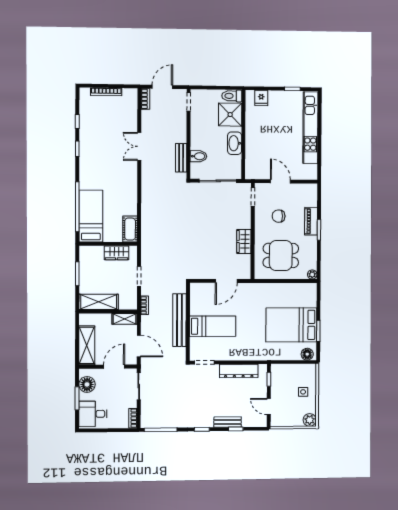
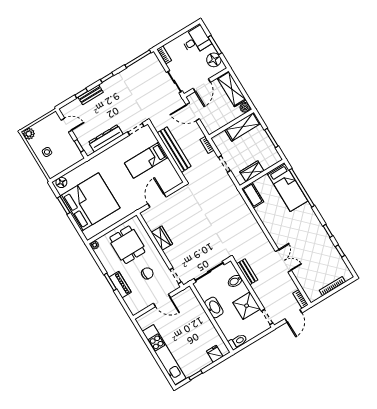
shower: (230, 115) -> (247, 306), moved
dining table: (281, 255) -> (127, 245), turned 90
boiler: (85, 319) -> (245, 107), added
shelving: (124, 319) -> (216, 126), removed
bed: (291, 325) -> (90, 202), width x1.36

